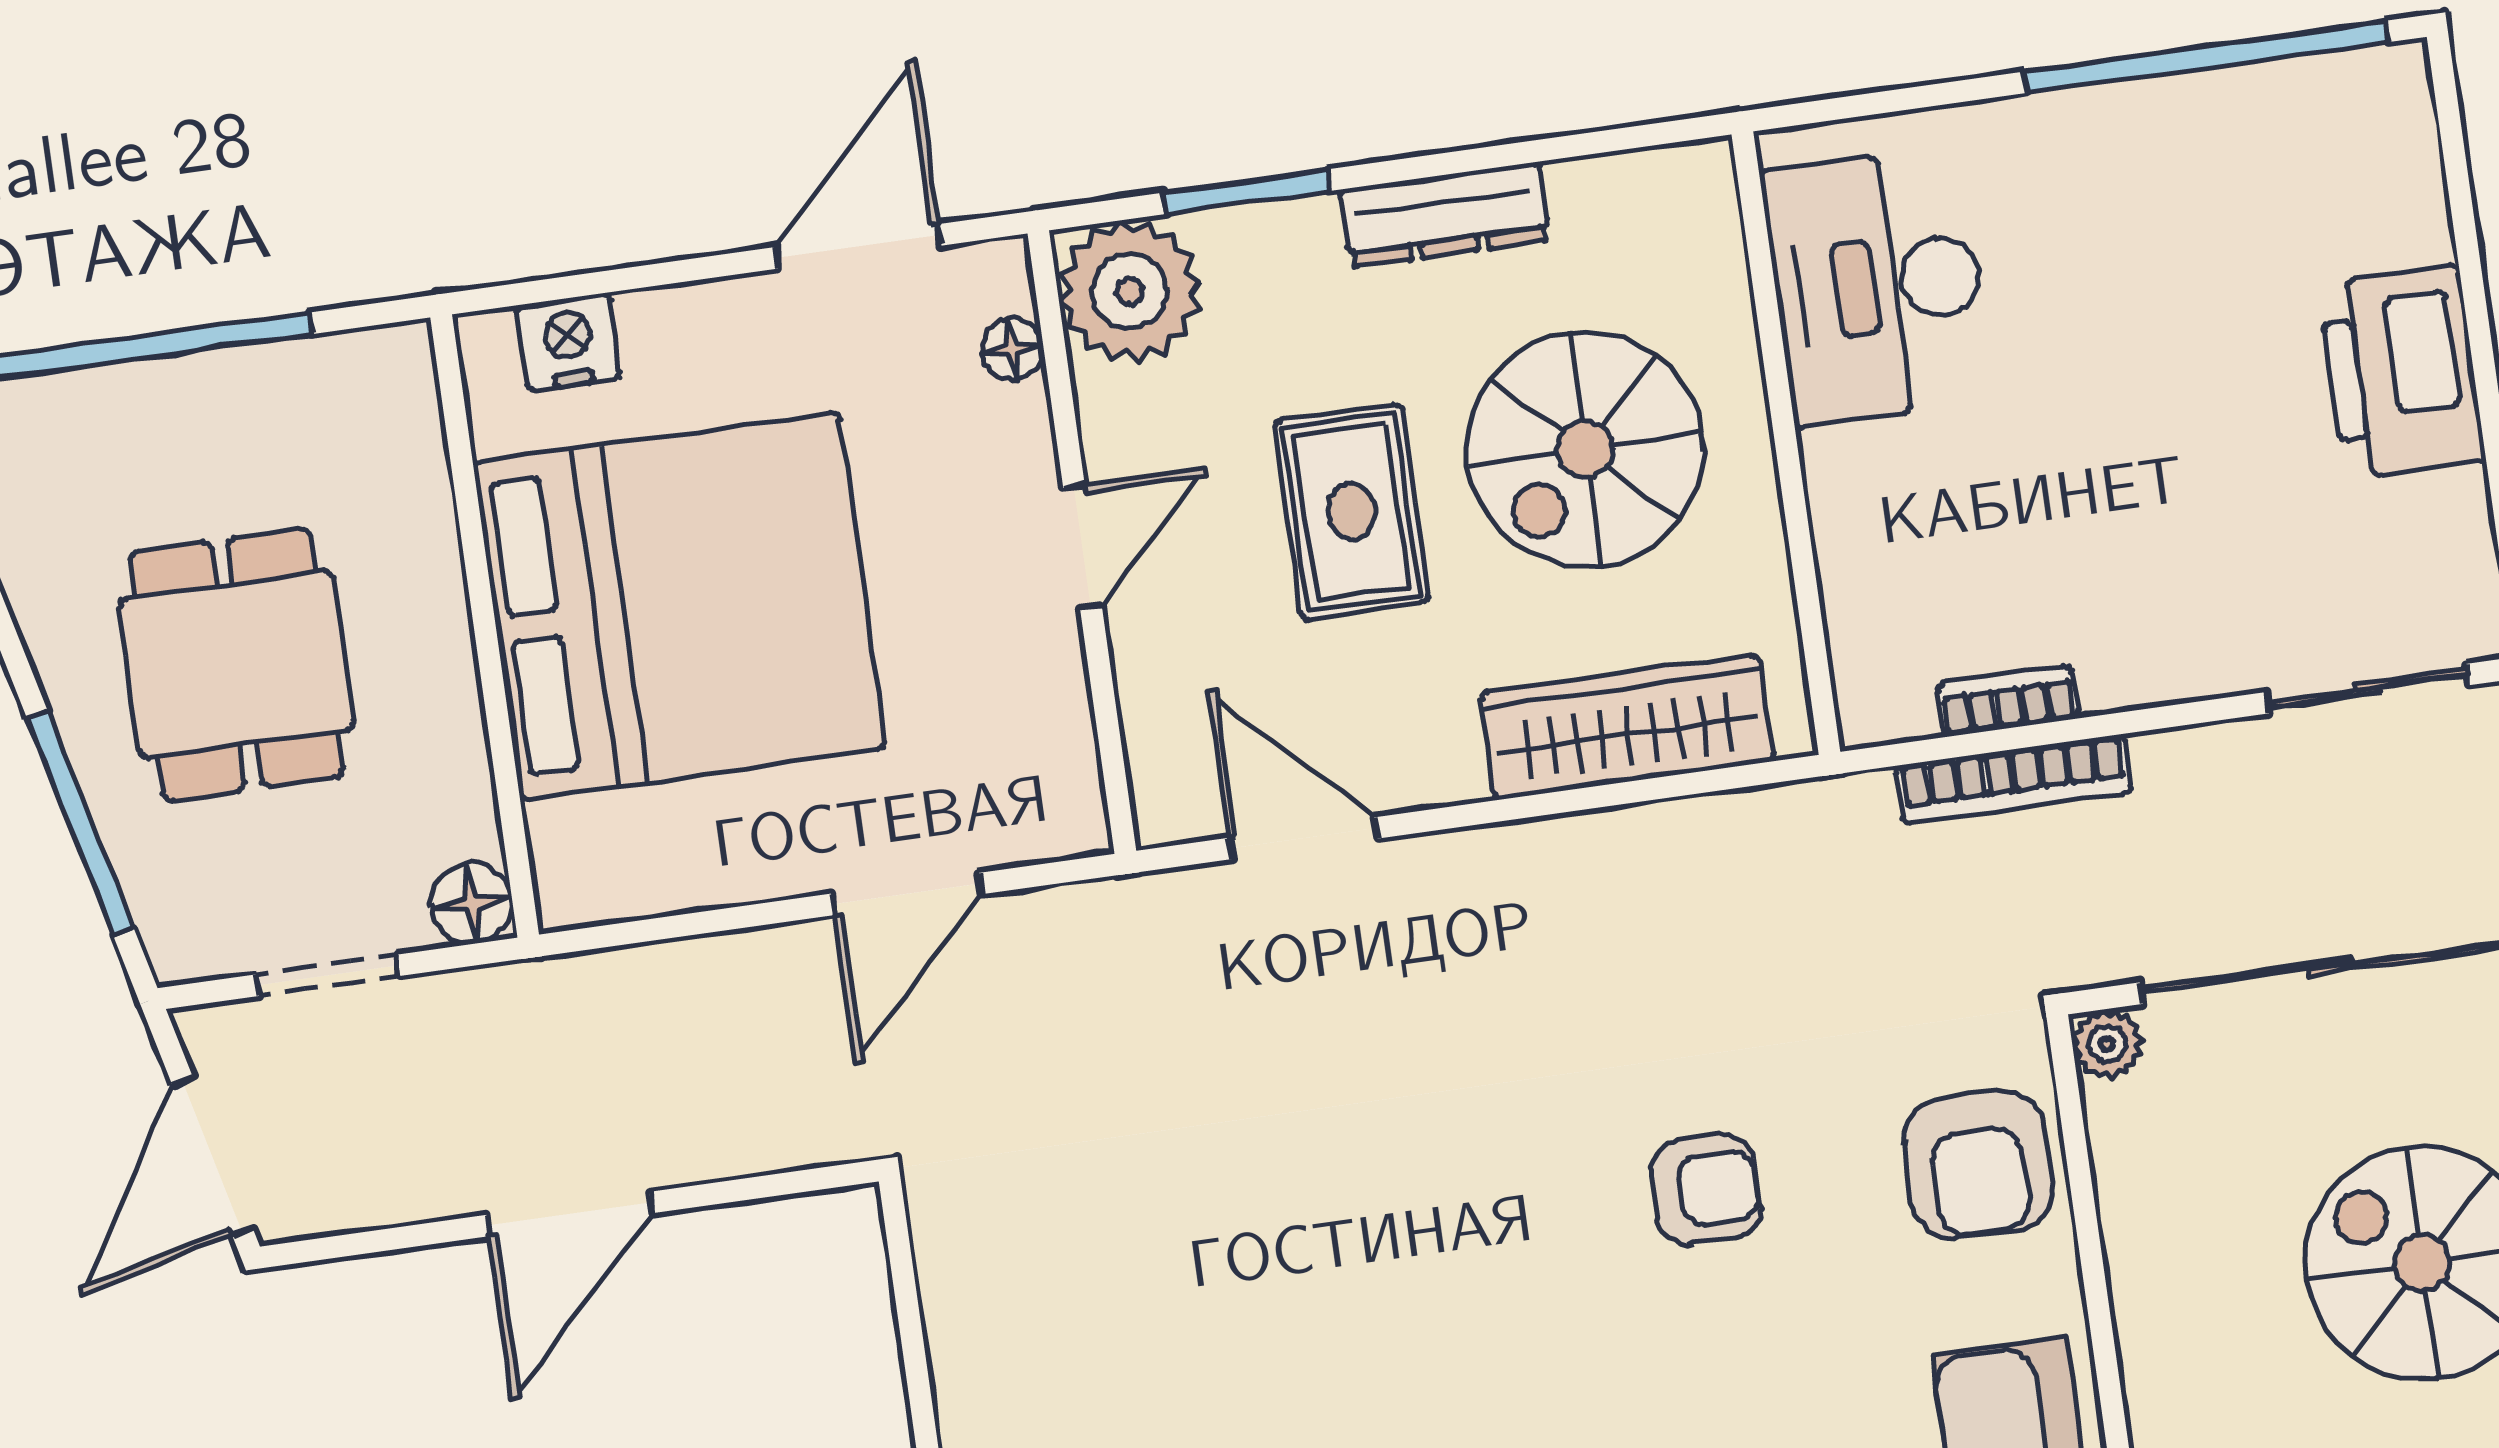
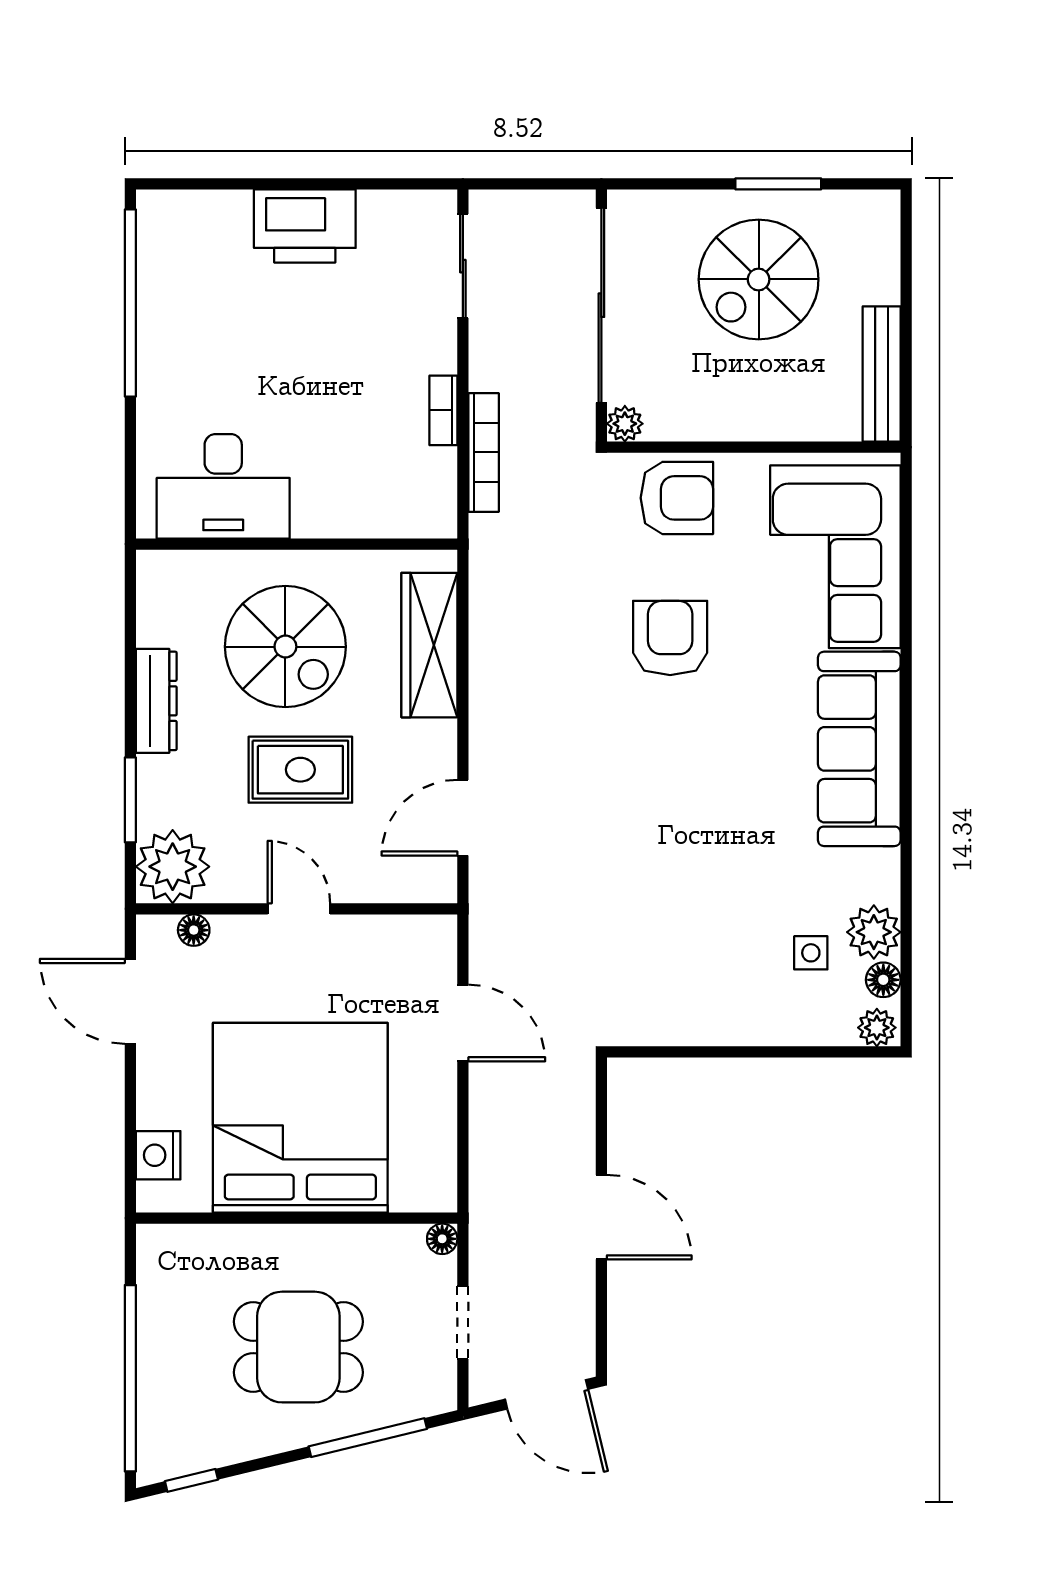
bookcase: (2008, 701) -> (443, 410), moved
floor lamp: (472, 903) -> (442, 1239), width x0.73, depth x0.73
armchair: (1706, 1190) -> (670, 638), width x1.38, depth x1.38

